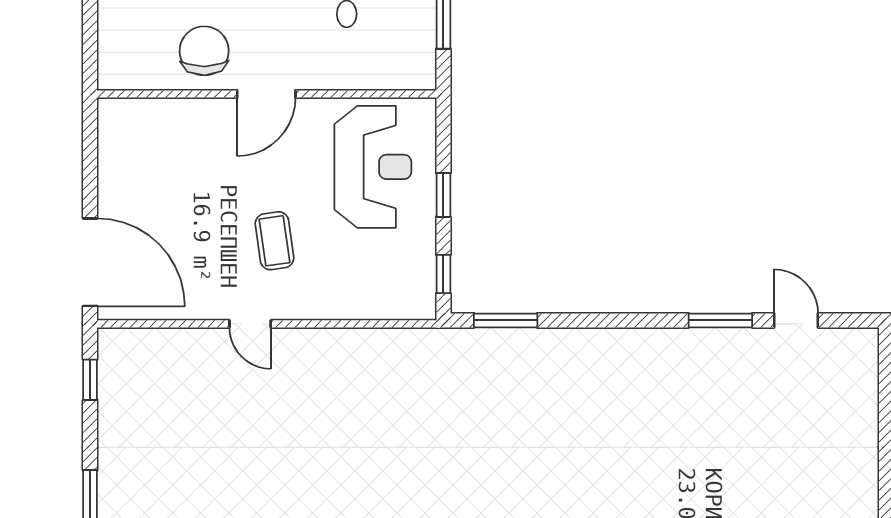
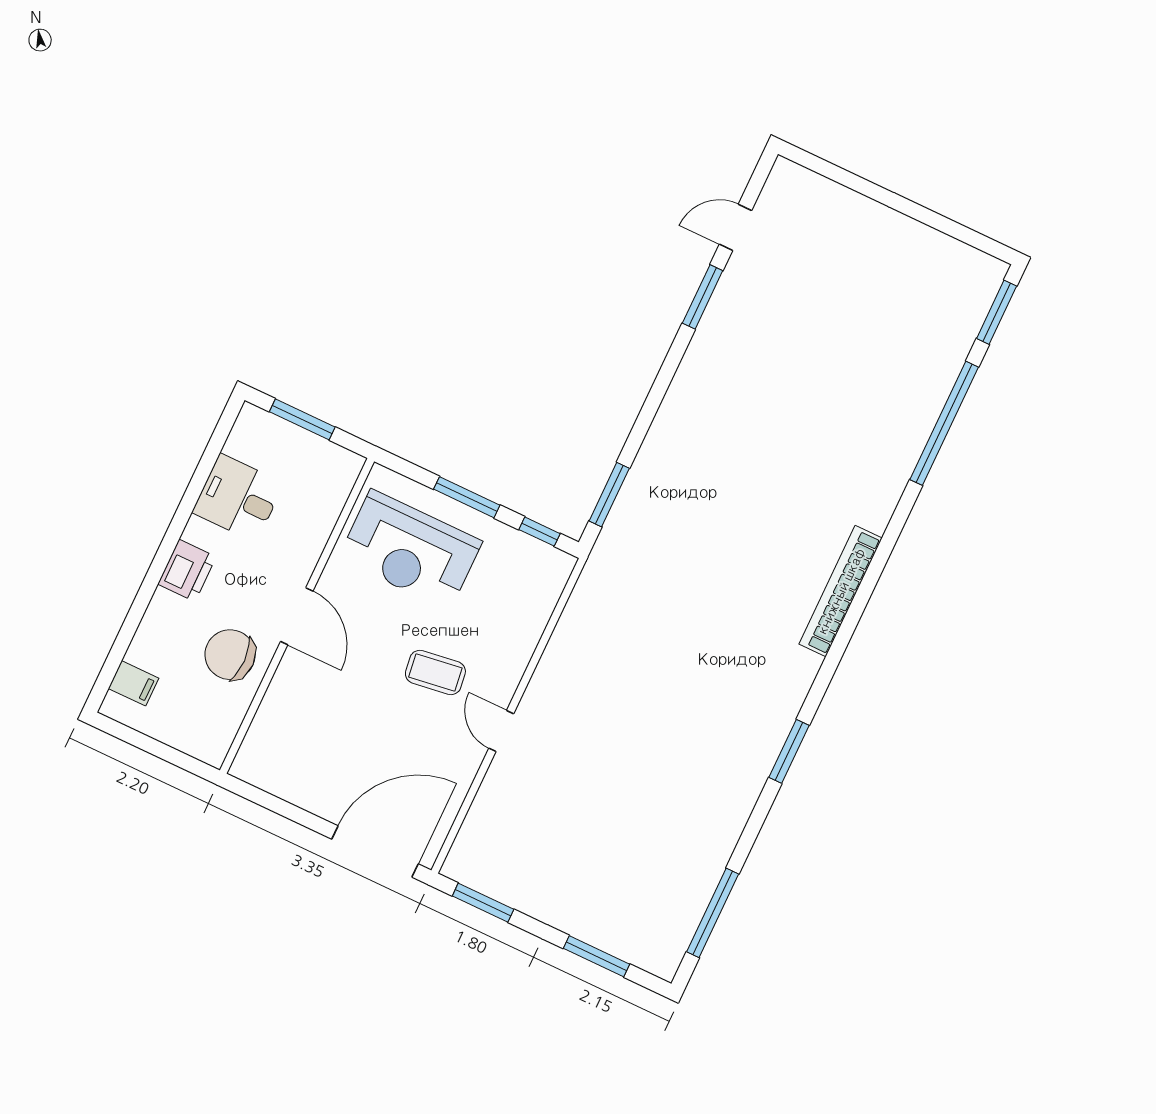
reception desk: (373, 167) -> (410, 550), turned 180
window: (443, 195) -> (467, 497), width x1.50
door: (250, 324) -> (501, 731), swing flipped
window: (90, 380) -> (483, 903), width x1.50

